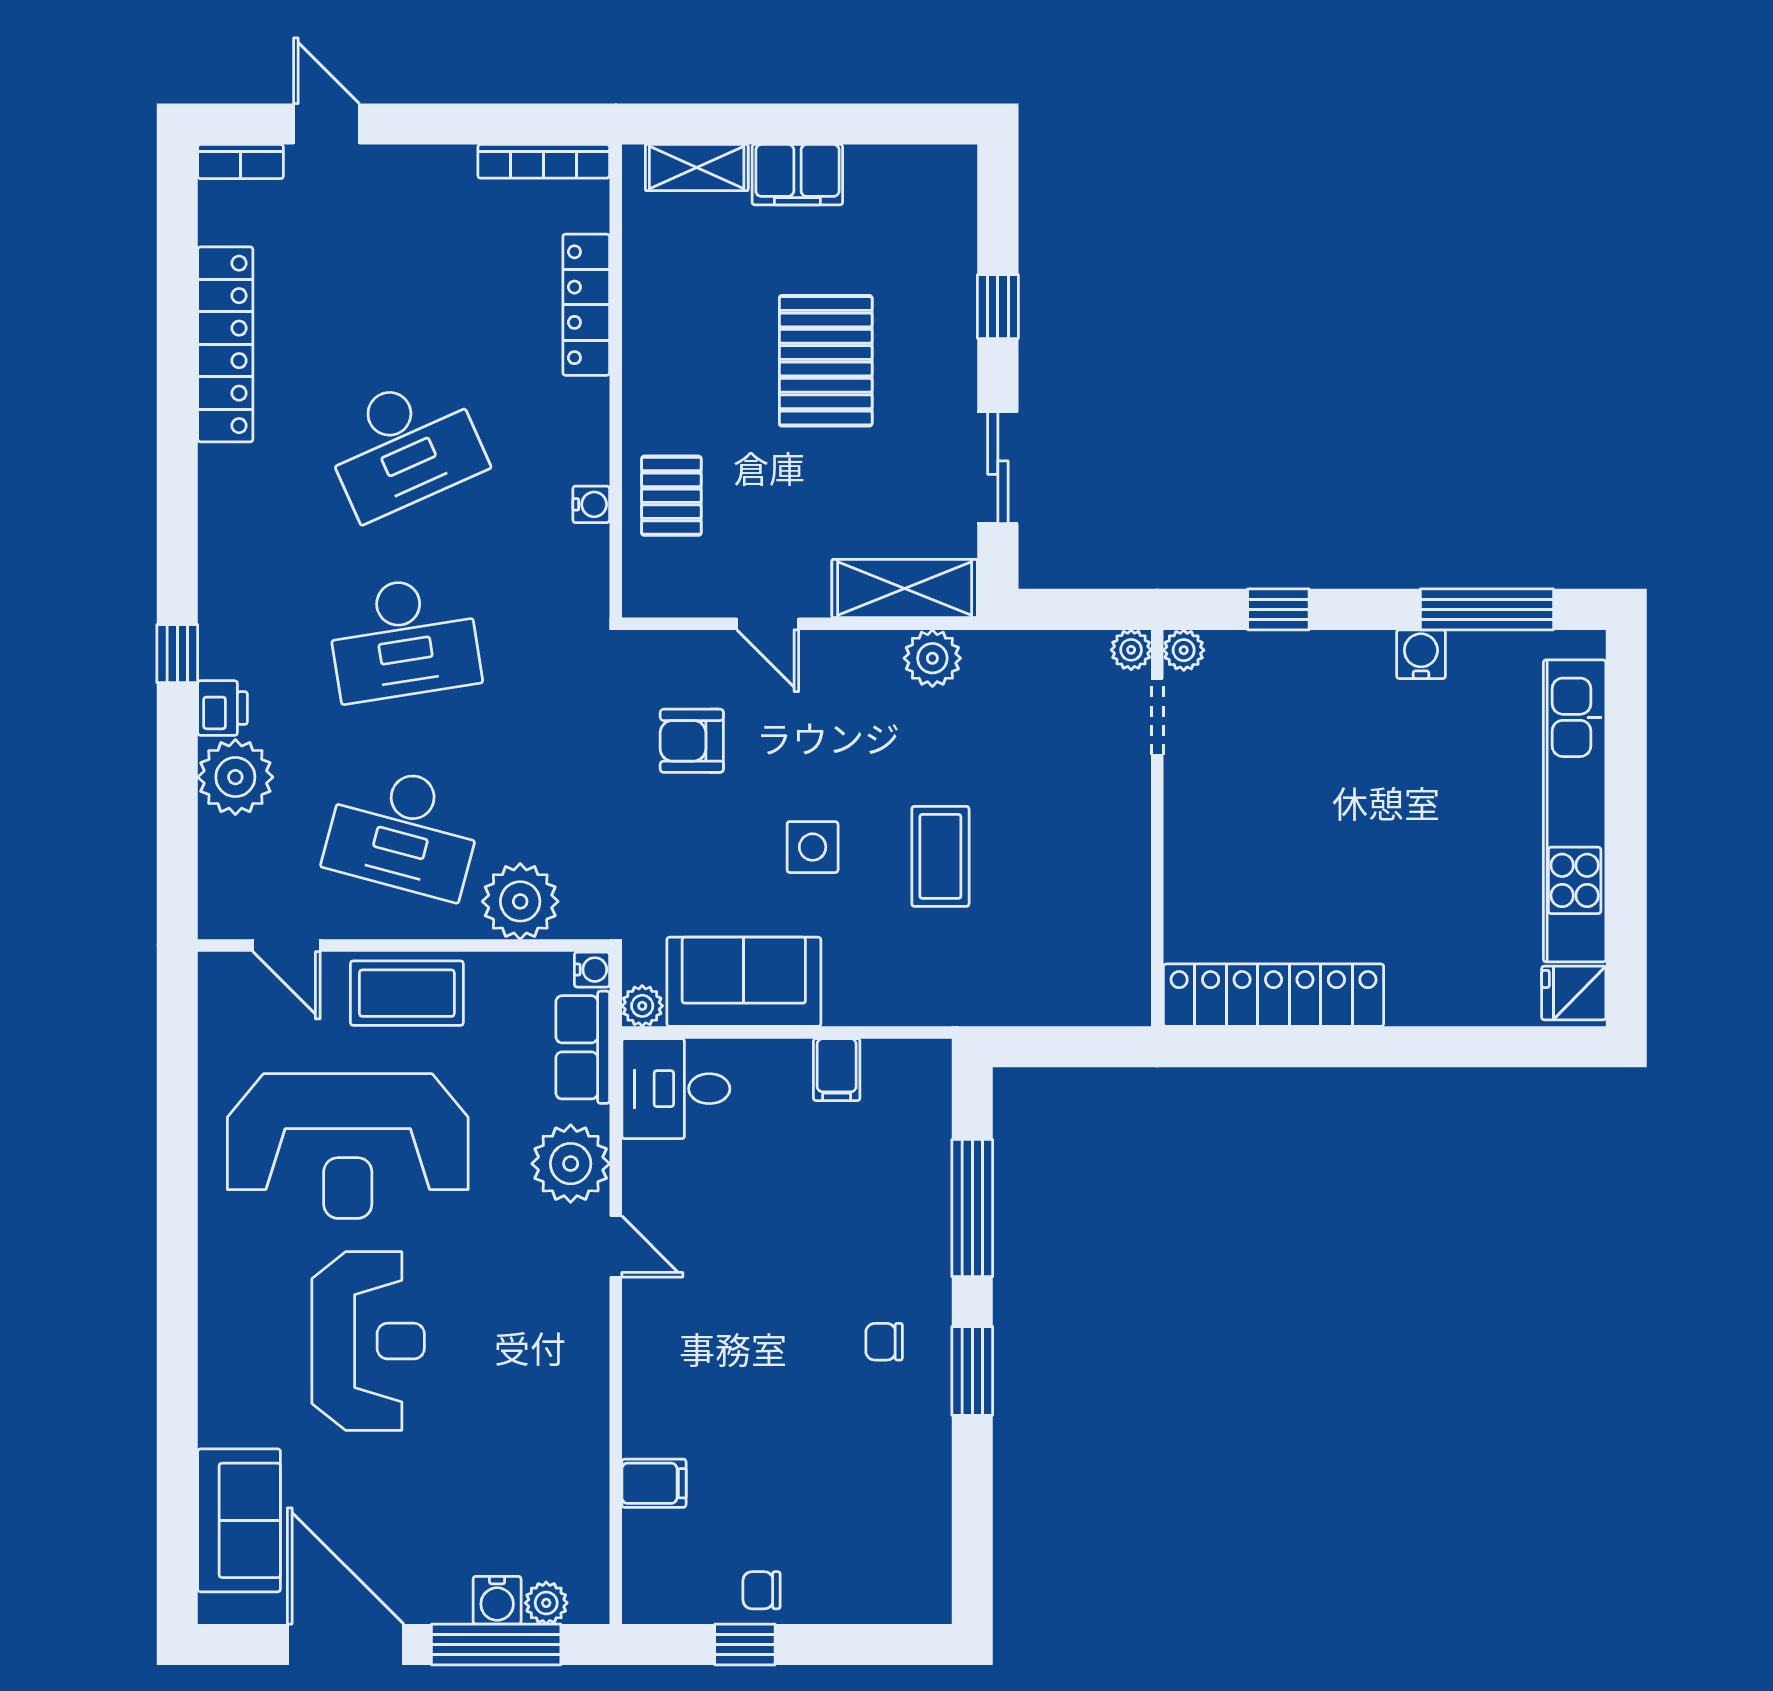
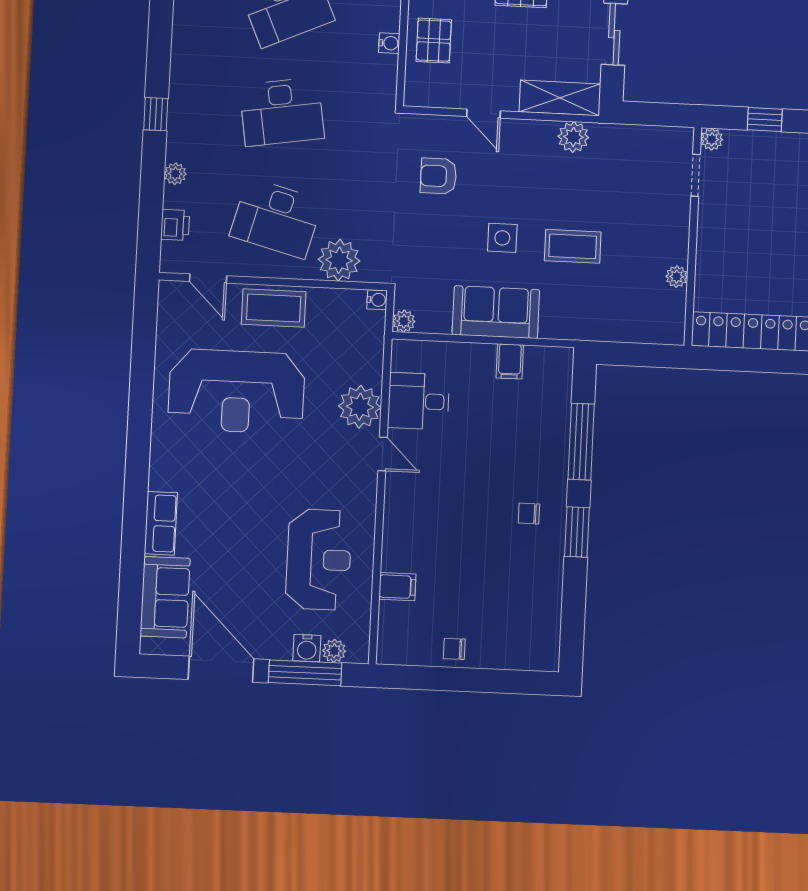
plant: (1131, 650) -> (677, 277), moved
printer: (223, 708) -> (175, 225), moved
plant: (235, 777) -> (175, 174), width x0.53, depth x0.53
coffee table: (940, 856) -> (573, 246), turned 90
sofa: (744, 982) -> (496, 312), moved
row of seats: (583, 1047) -> (161, 523), moved, turned 180
desk: (676, 1089) -> (419, 401), moved
reception desk: (368, 1341) -> (319, 560), moved
window: (745, 1645) -> (444, 679), removed

